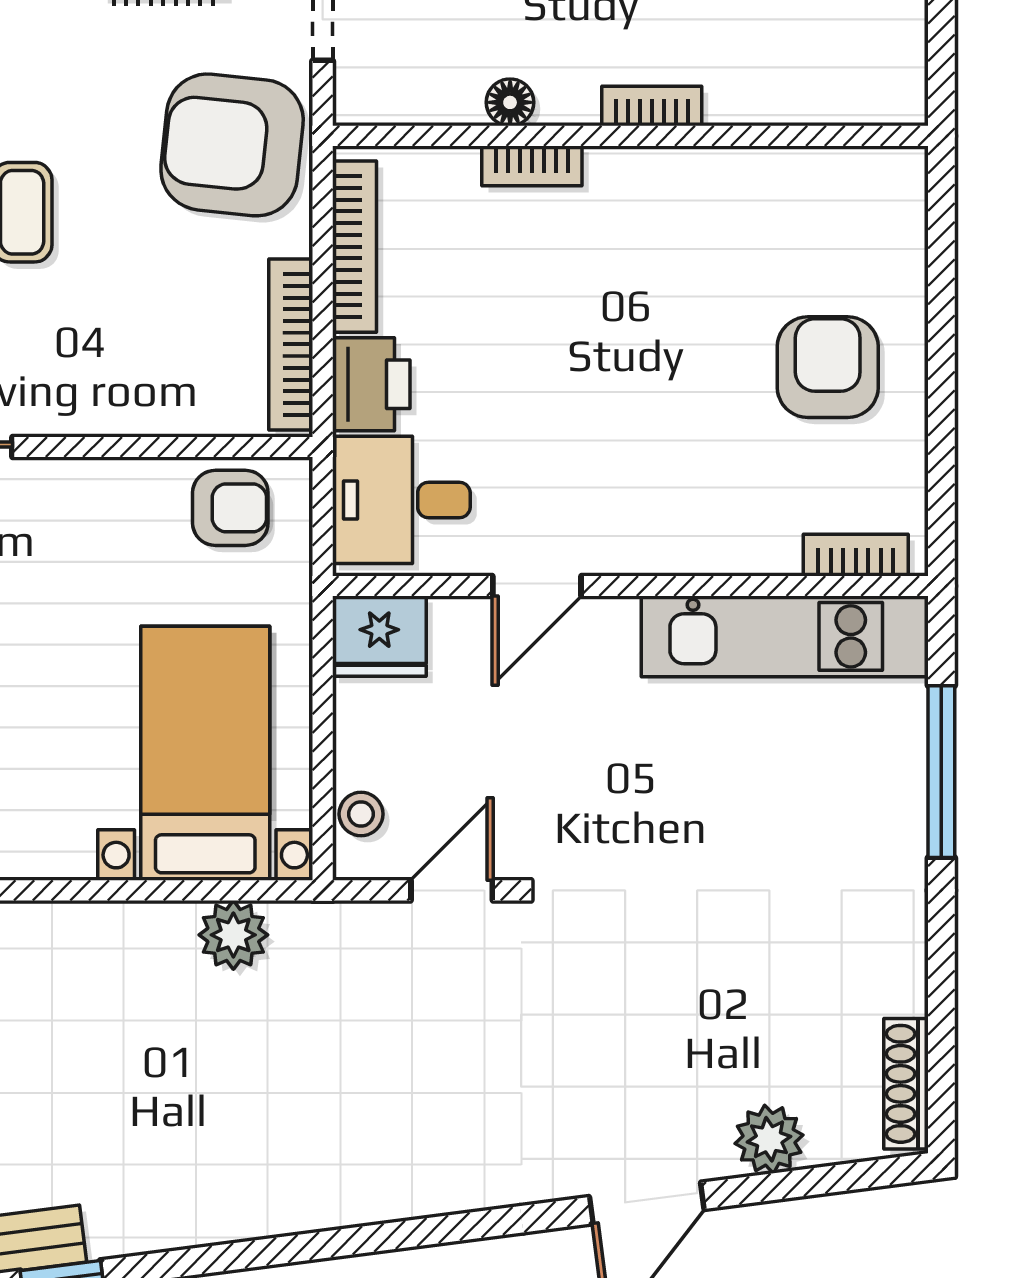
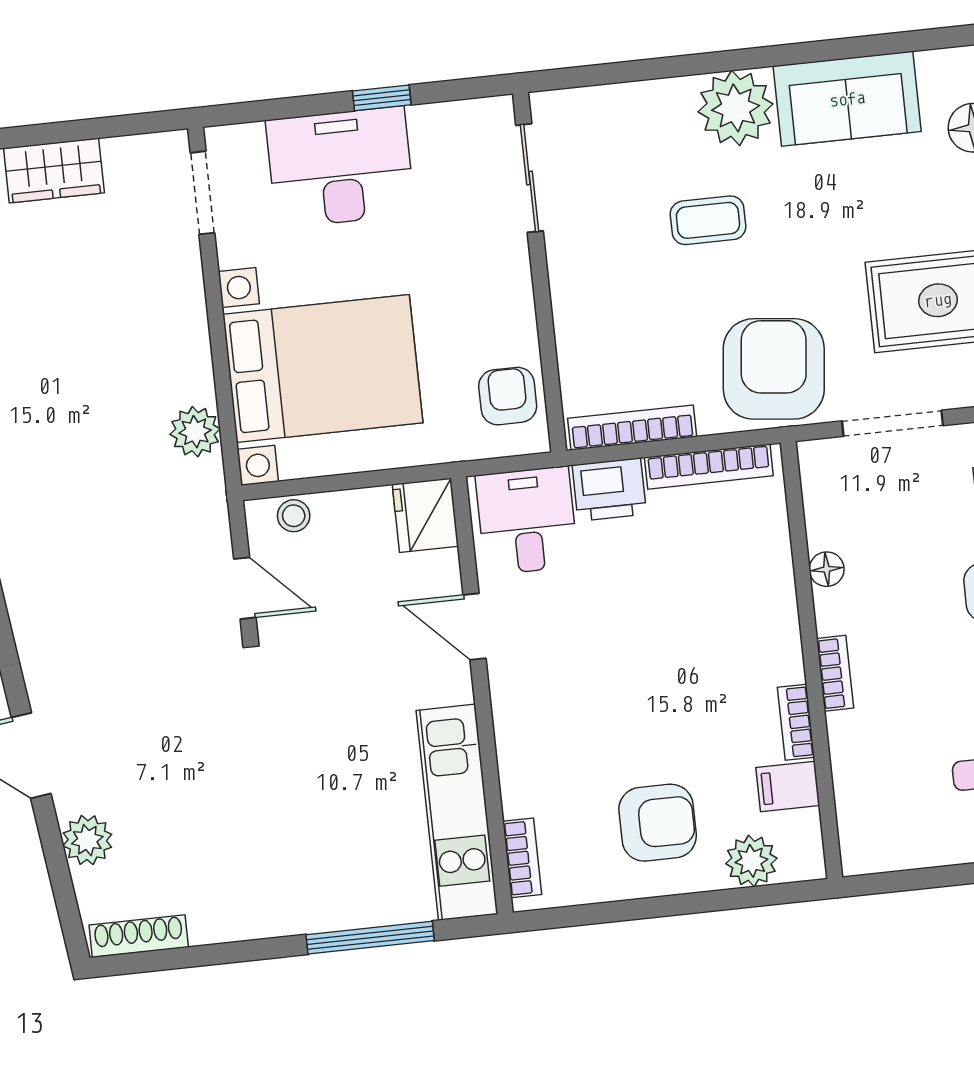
bookcase: (532, 166) -> (796, 722), moved
filing cabinet: (798, 186) -> (788, 787), added
plant: (893, 246) -> (751, 861), added
armchair: (230, 508) -> (508, 396), turned 180
bed with nightstands: (205, 753) -> (323, 368), width x1.36

